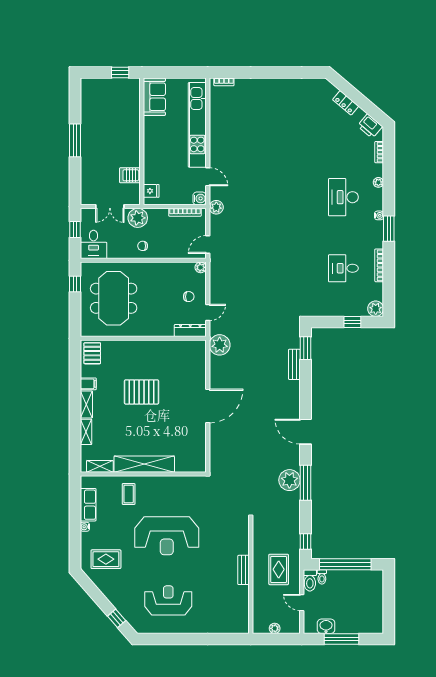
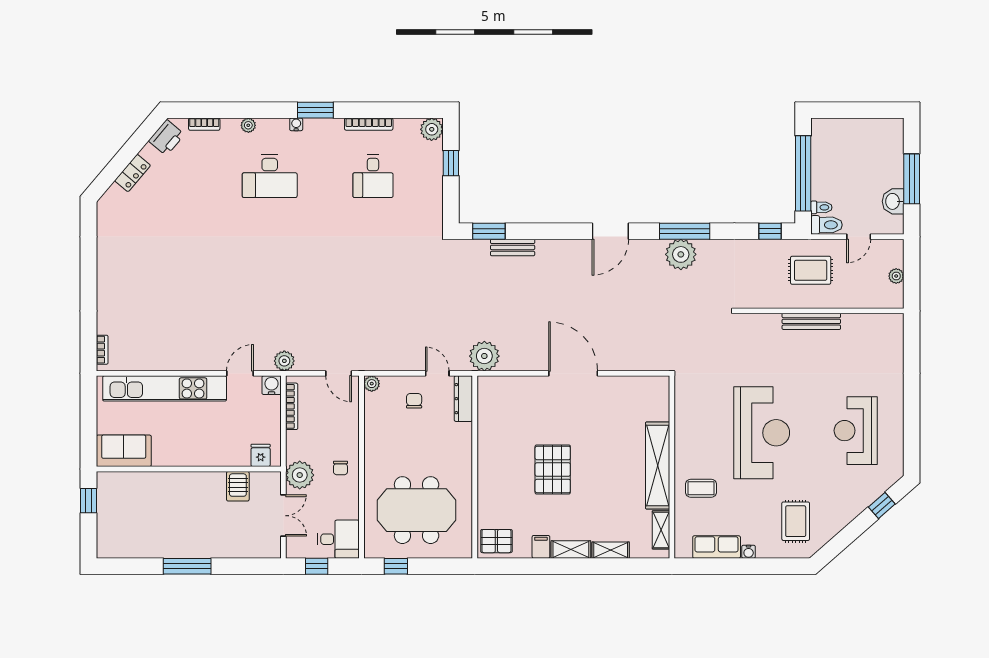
bench: (243, 570) -> (811, 321), width x1.36

